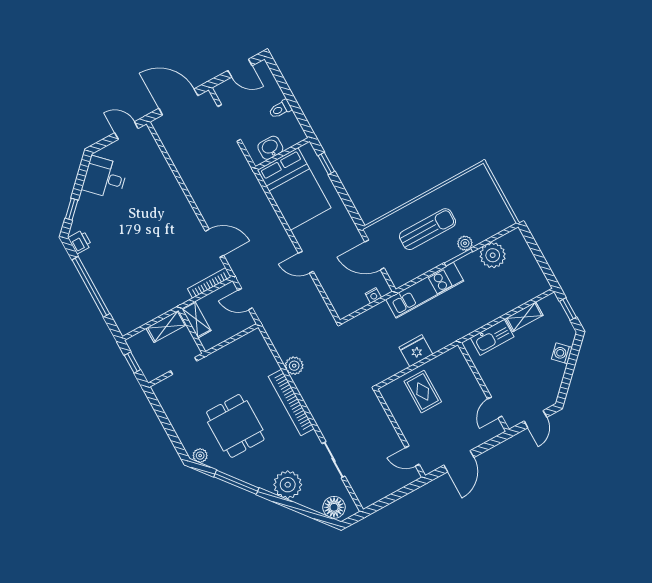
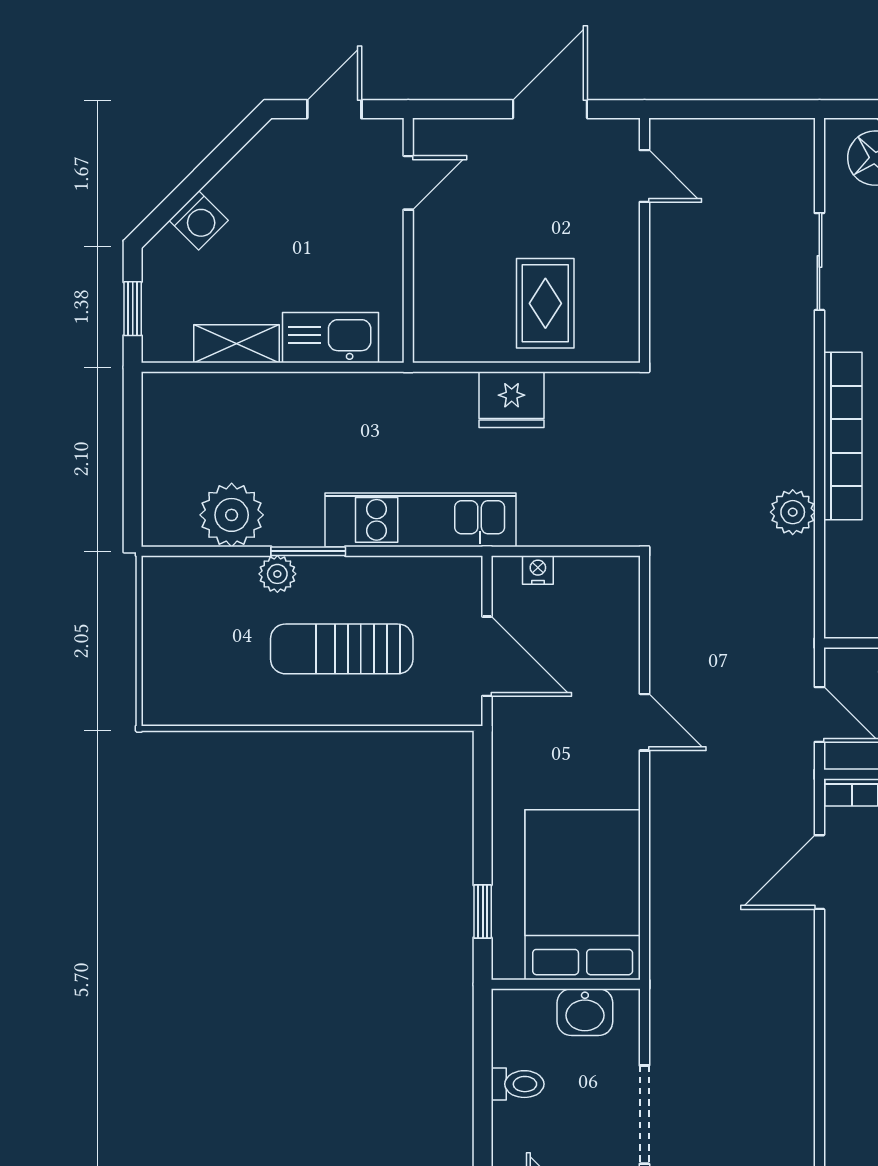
door: (214, 243) -> (819, 872), hinge flipped

